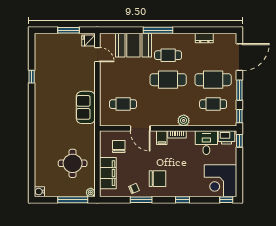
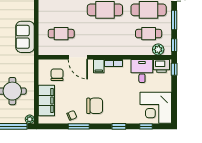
plant: (184, 120) -> (158, 49), moved
window: (226, 200) -> (146, 126), moved

